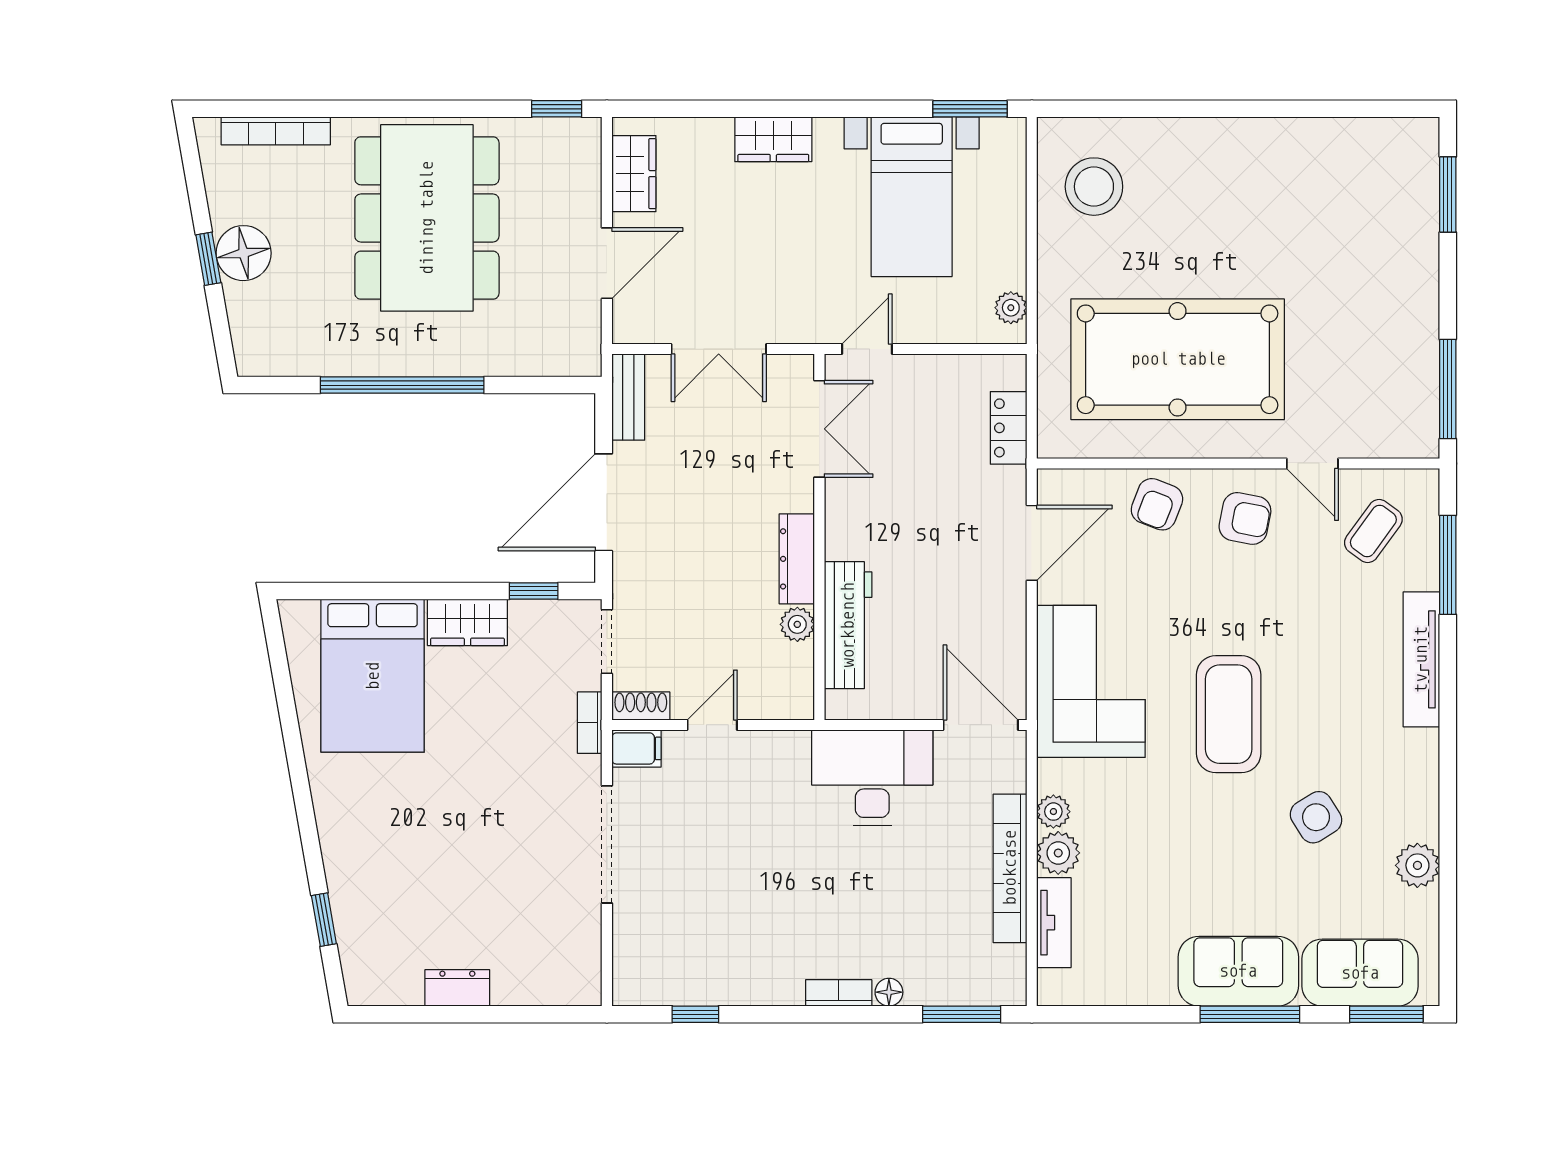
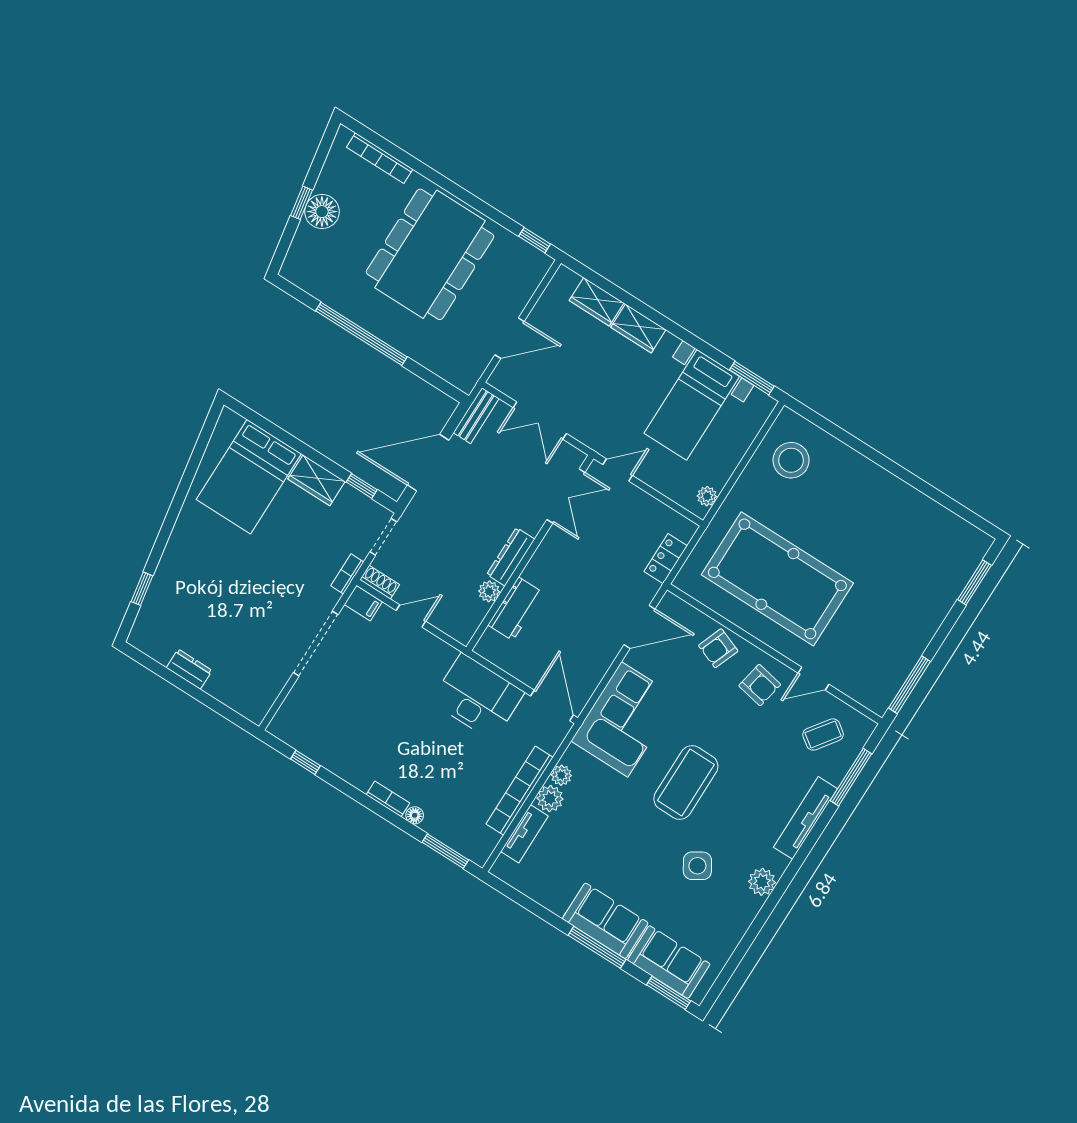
wardrobe: (634, 174) -> (596, 302), moved, turned 90
door: (1312, 463) -> (813, 679), hinge flipped
workbench: (848, 625) -> (516, 609), width x0.73
plant: (1417, 865) -> (762, 882), moved

